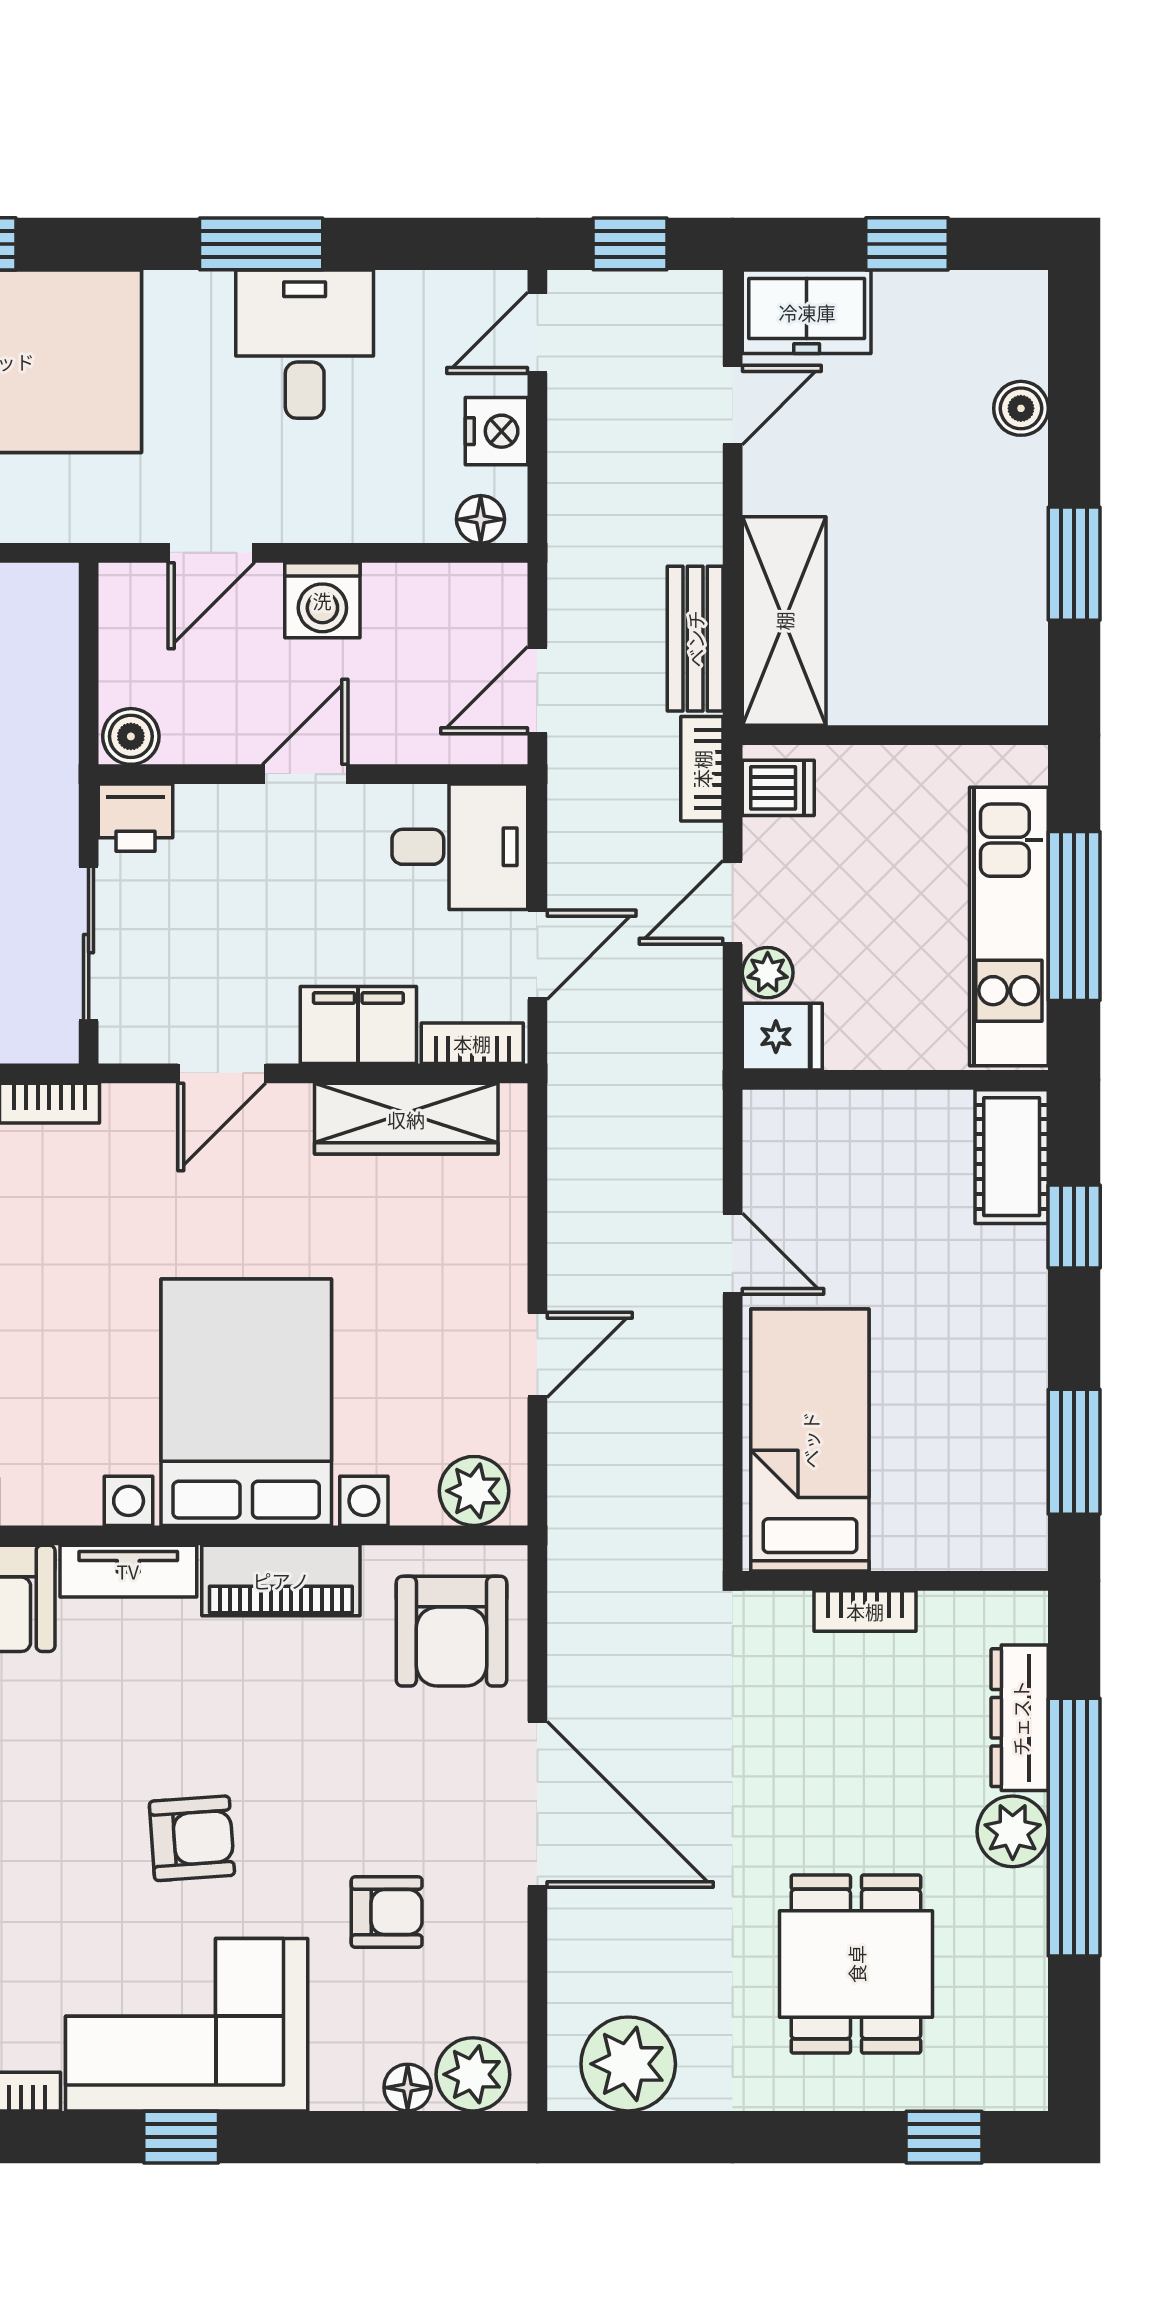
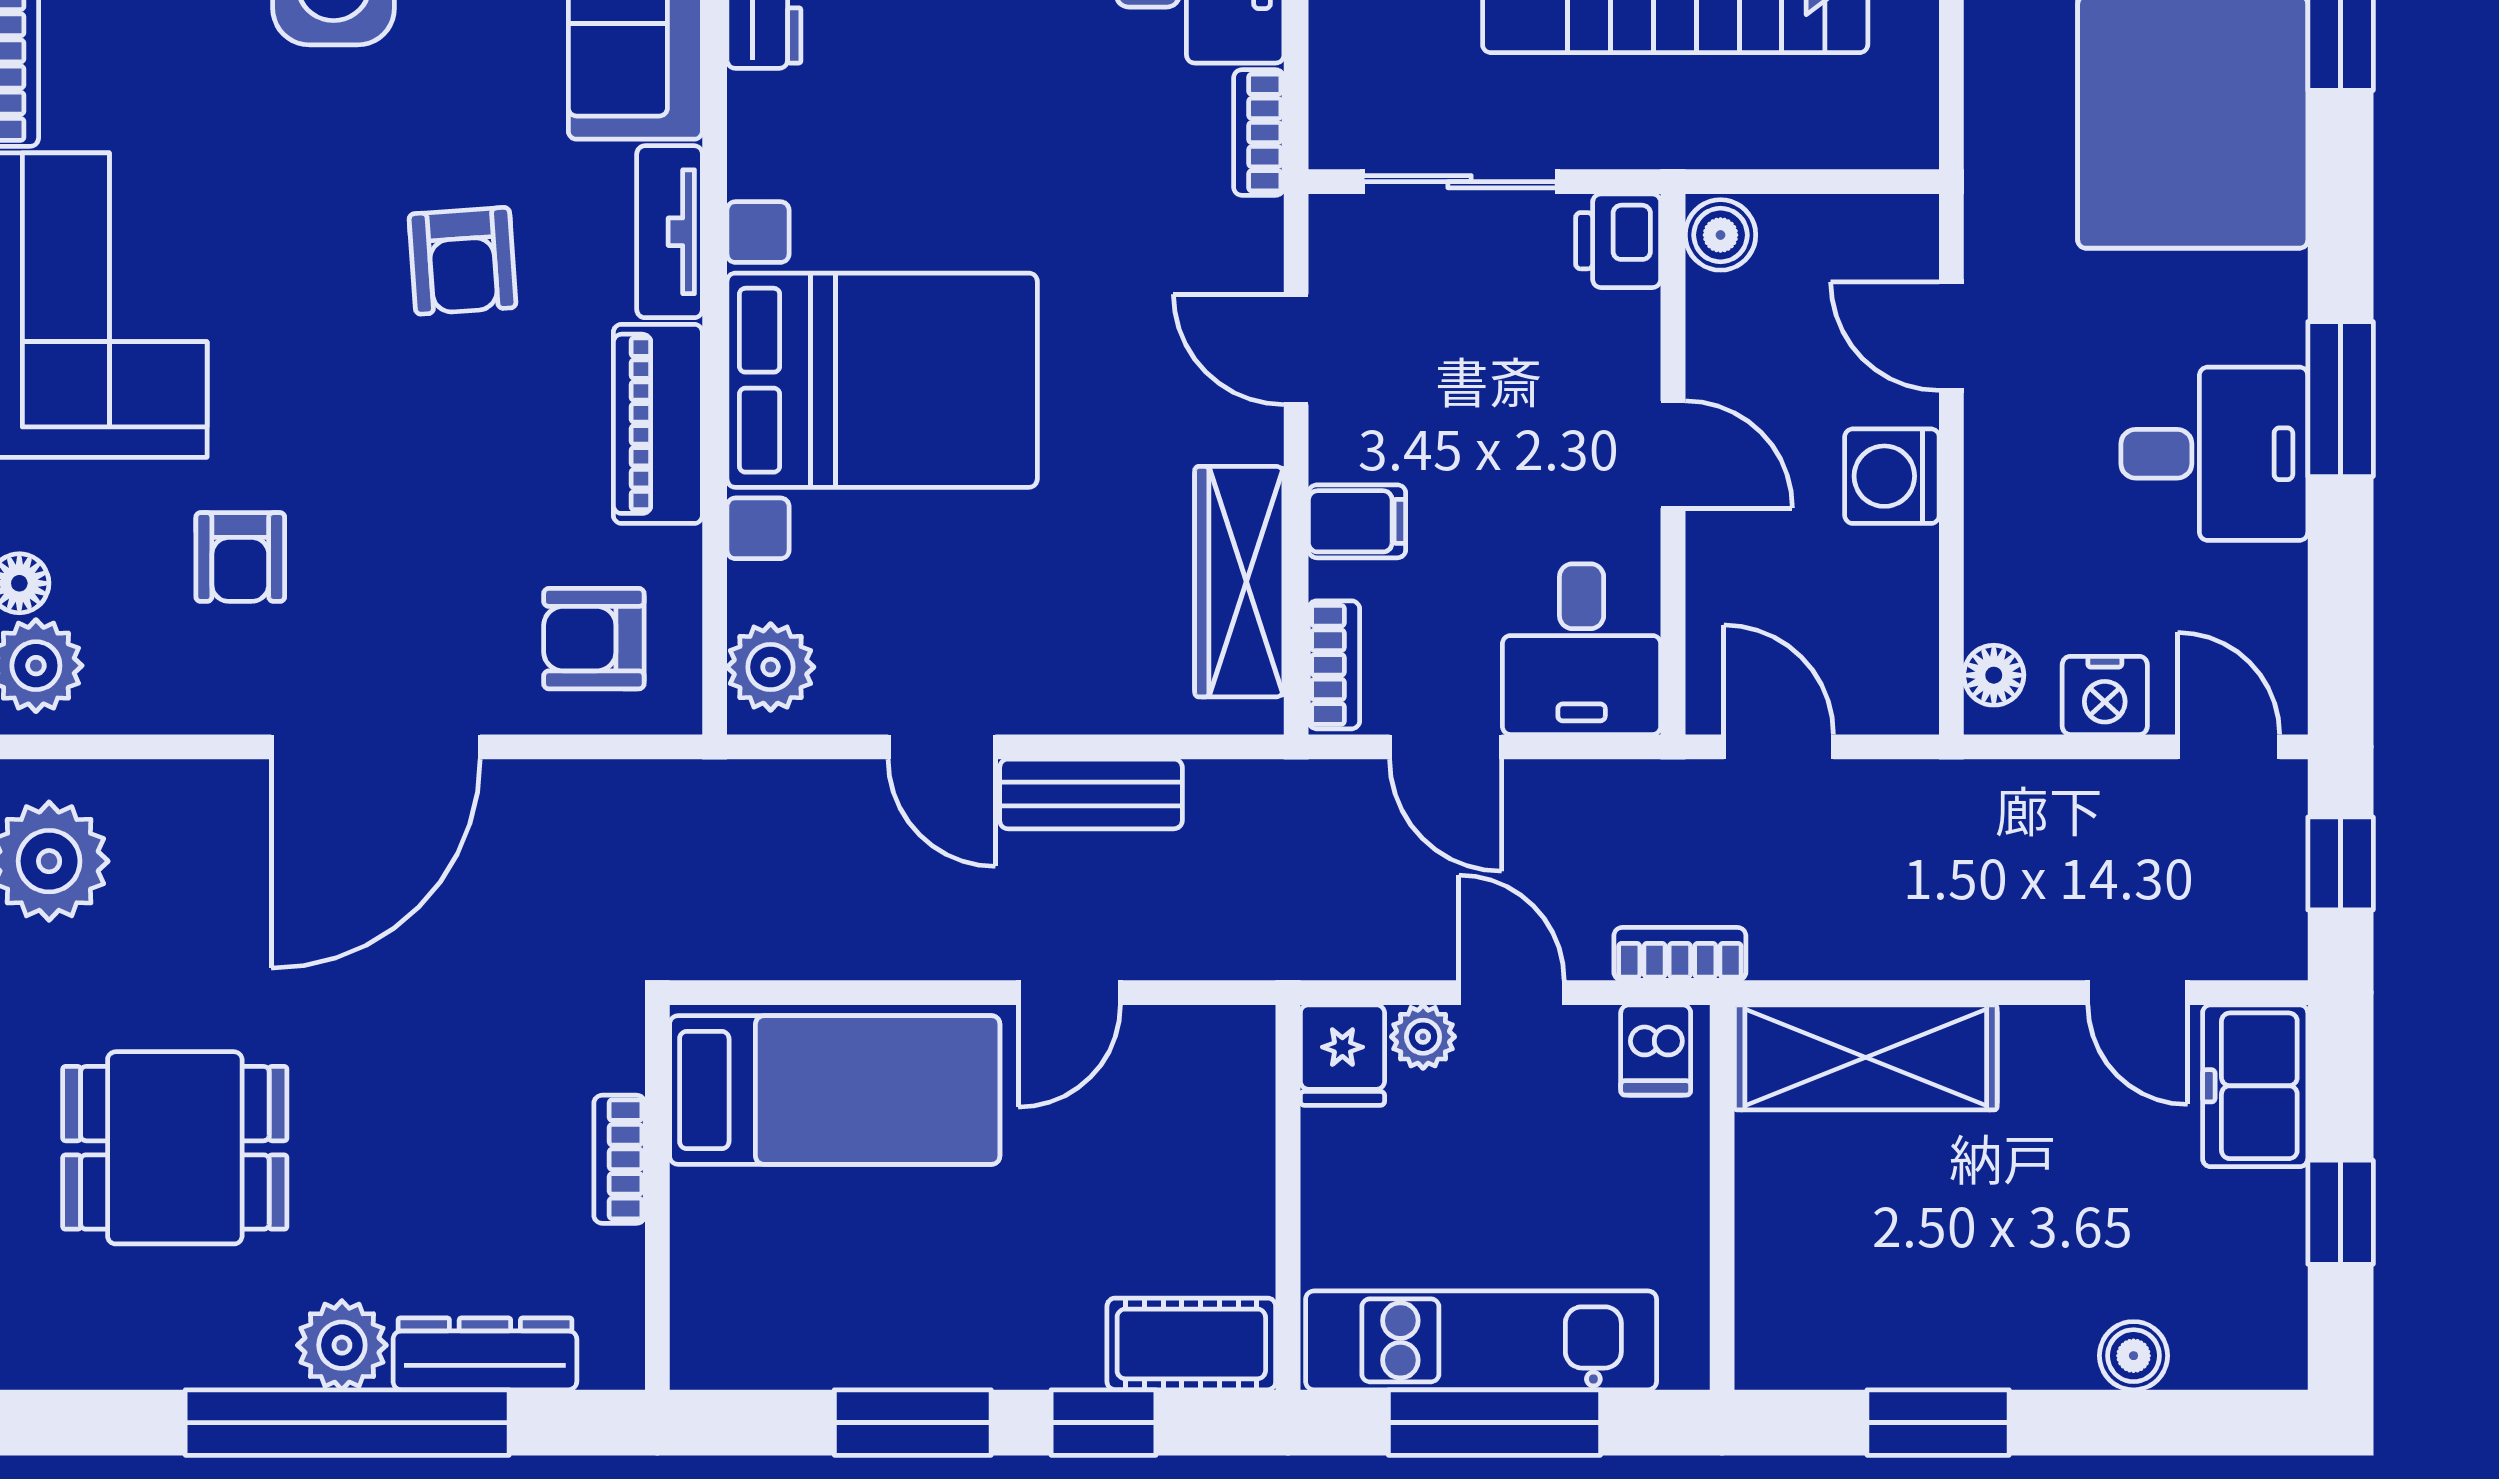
bench: (695, 639) -> (1091, 794), moved
filing cabinet: (358, 1025) -> (1357, 521), width x0.50
window: (1074, 1452) -> (913, 1423), moved
armchair: (451, 1631) -> (594, 639), width x0.72, depth x0.72
armchair: (192, 1838) -> (462, 261), moved

